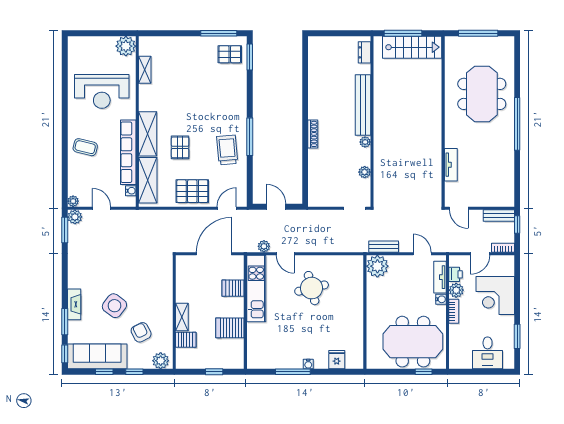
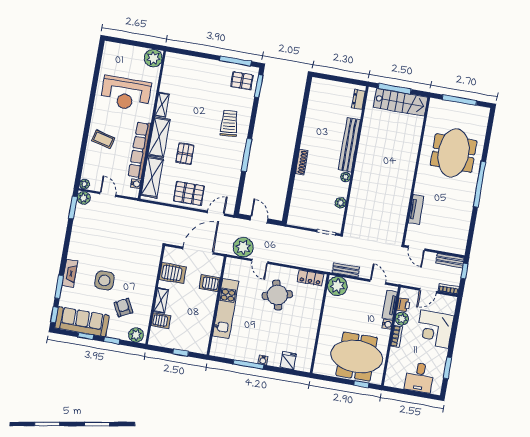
shelving: (145, 70) -> (162, 105), moved
trolley: (227, 150) -> (229, 123), moved
plant: (264, 246) -> (243, 247), width x1.87, depth x1.87
locker: (345, 262) -> (310, 278), added
kitchen unit: (256, 289) -> (226, 309), moved
side table: (114, 306) -> (104, 281), turned -37
server rack: (230, 328) -> (173, 273), moved, turned 180

